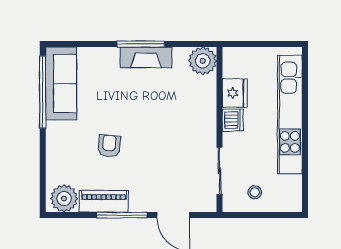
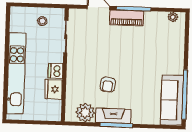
plant: (203, 61) -> (85, 113), moved
armchair: (109, 146) -> (108, 85), moved
plant: (64, 199) -> (173, 17), width x0.53, depth x0.53
piano: (104, 201) -> (127, 18), moved

